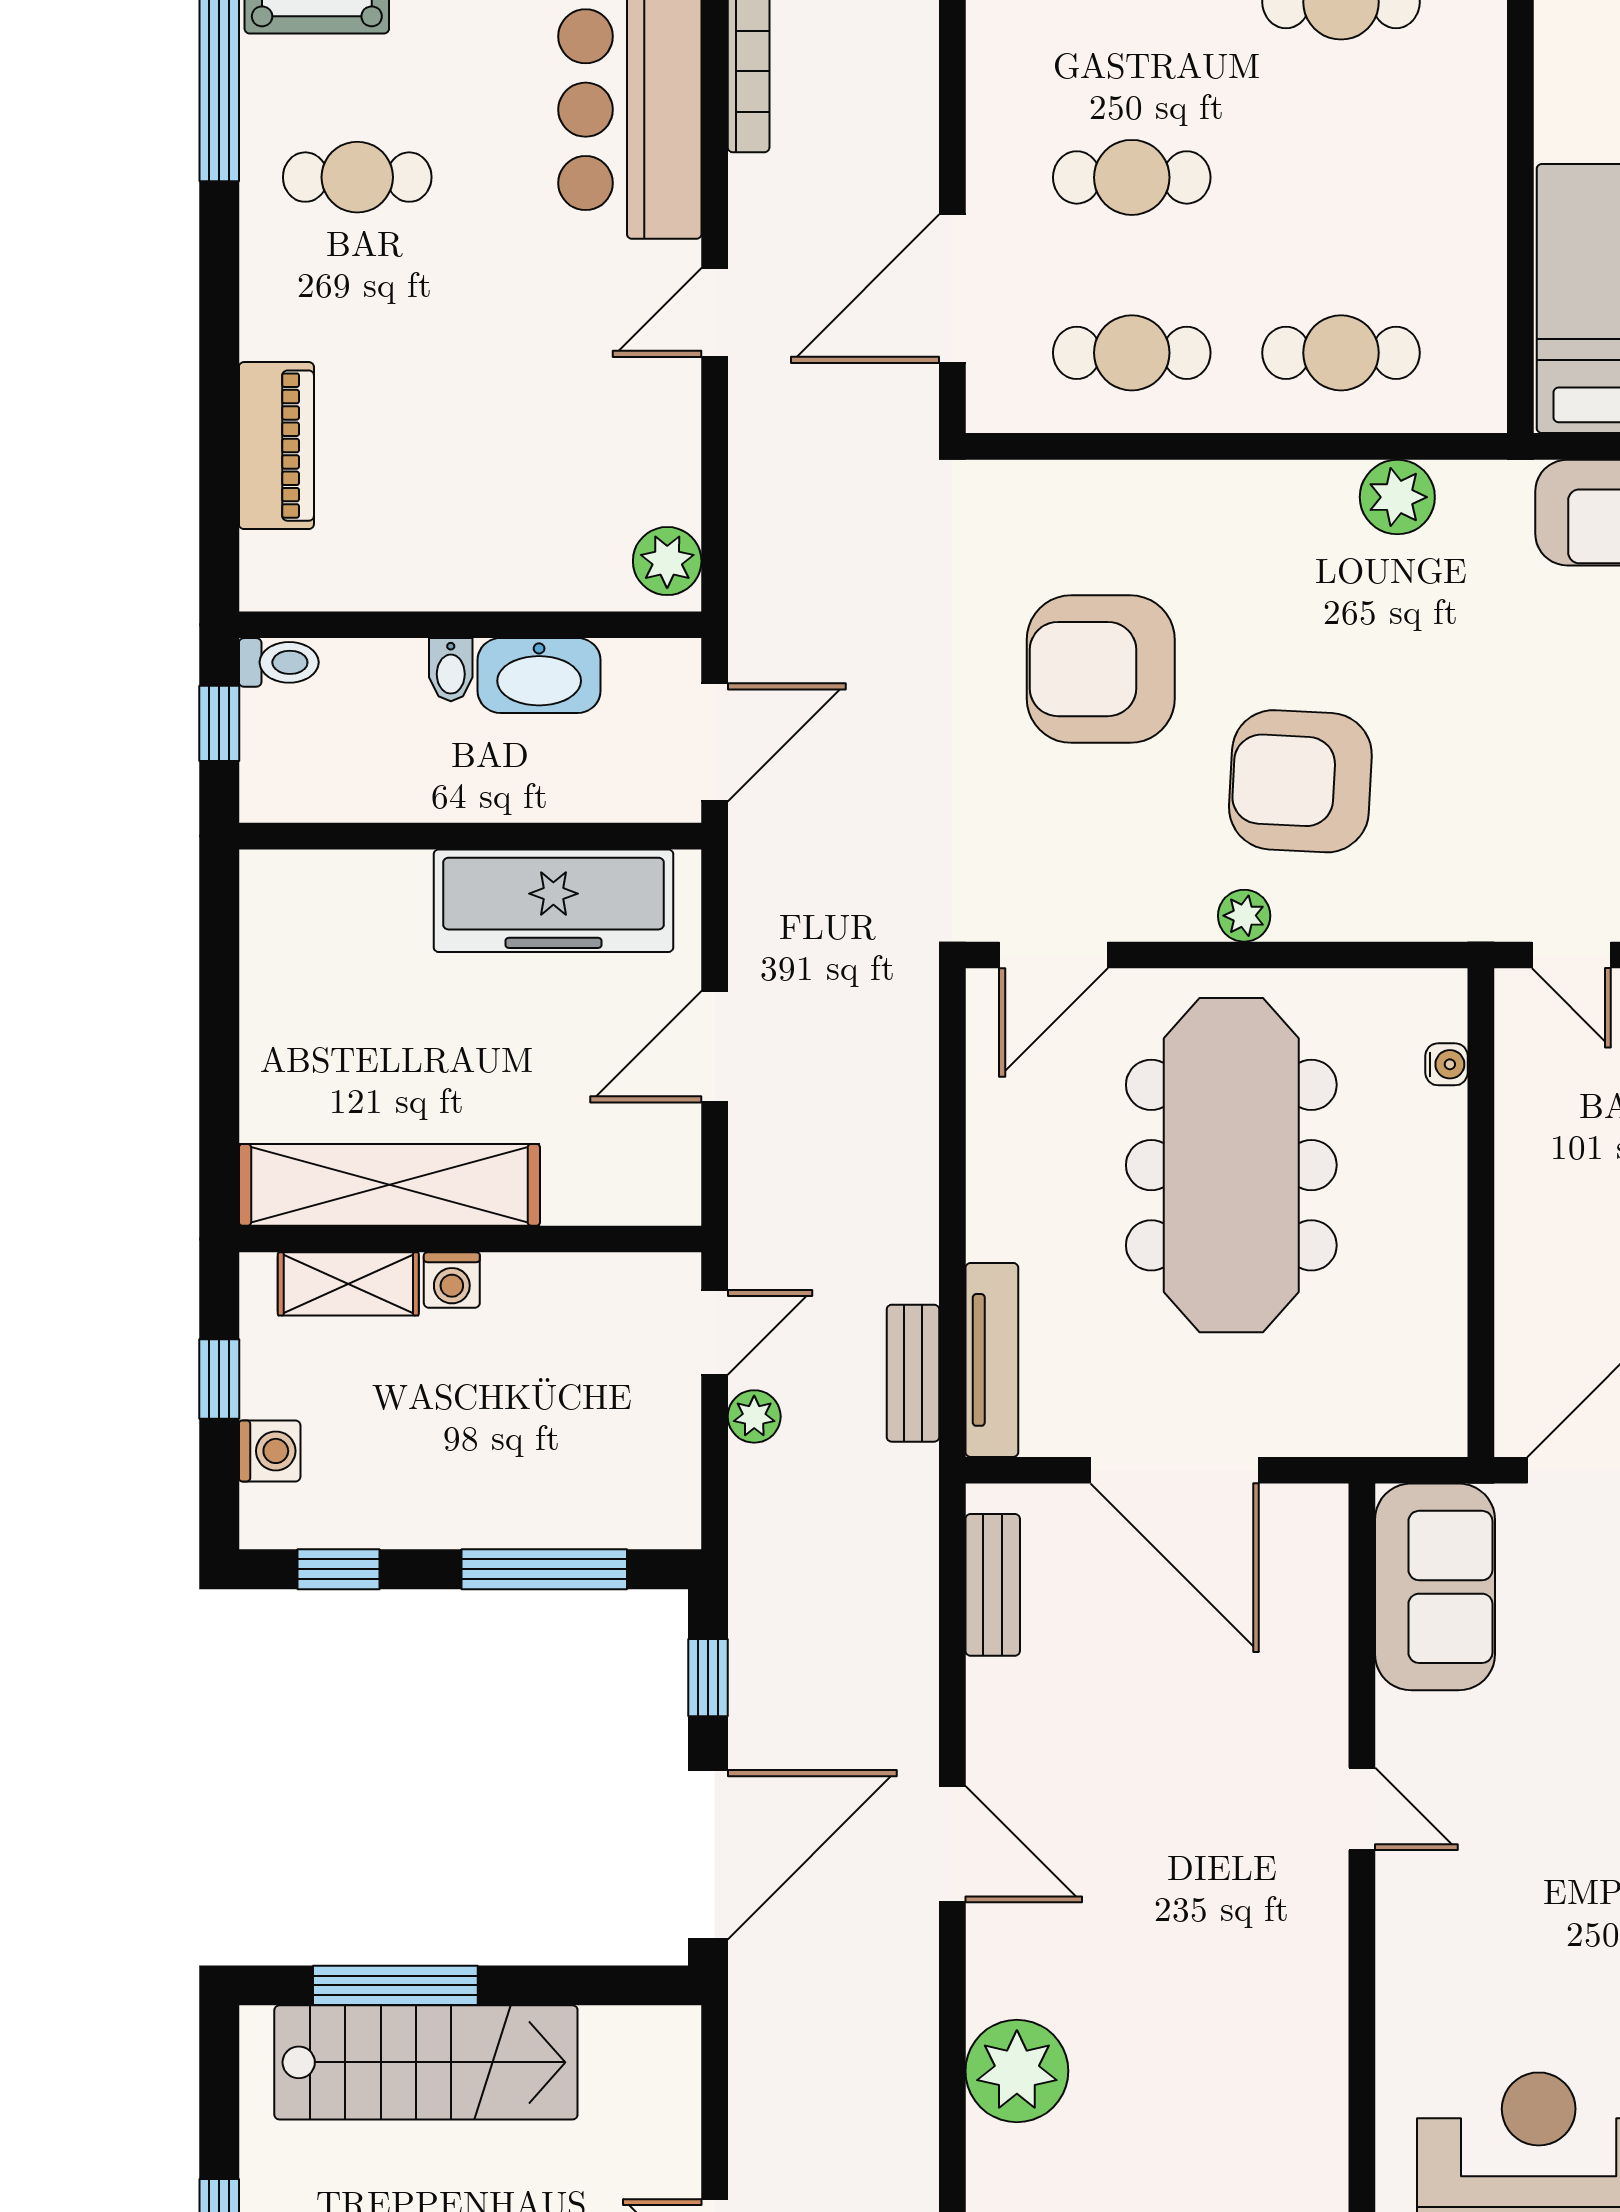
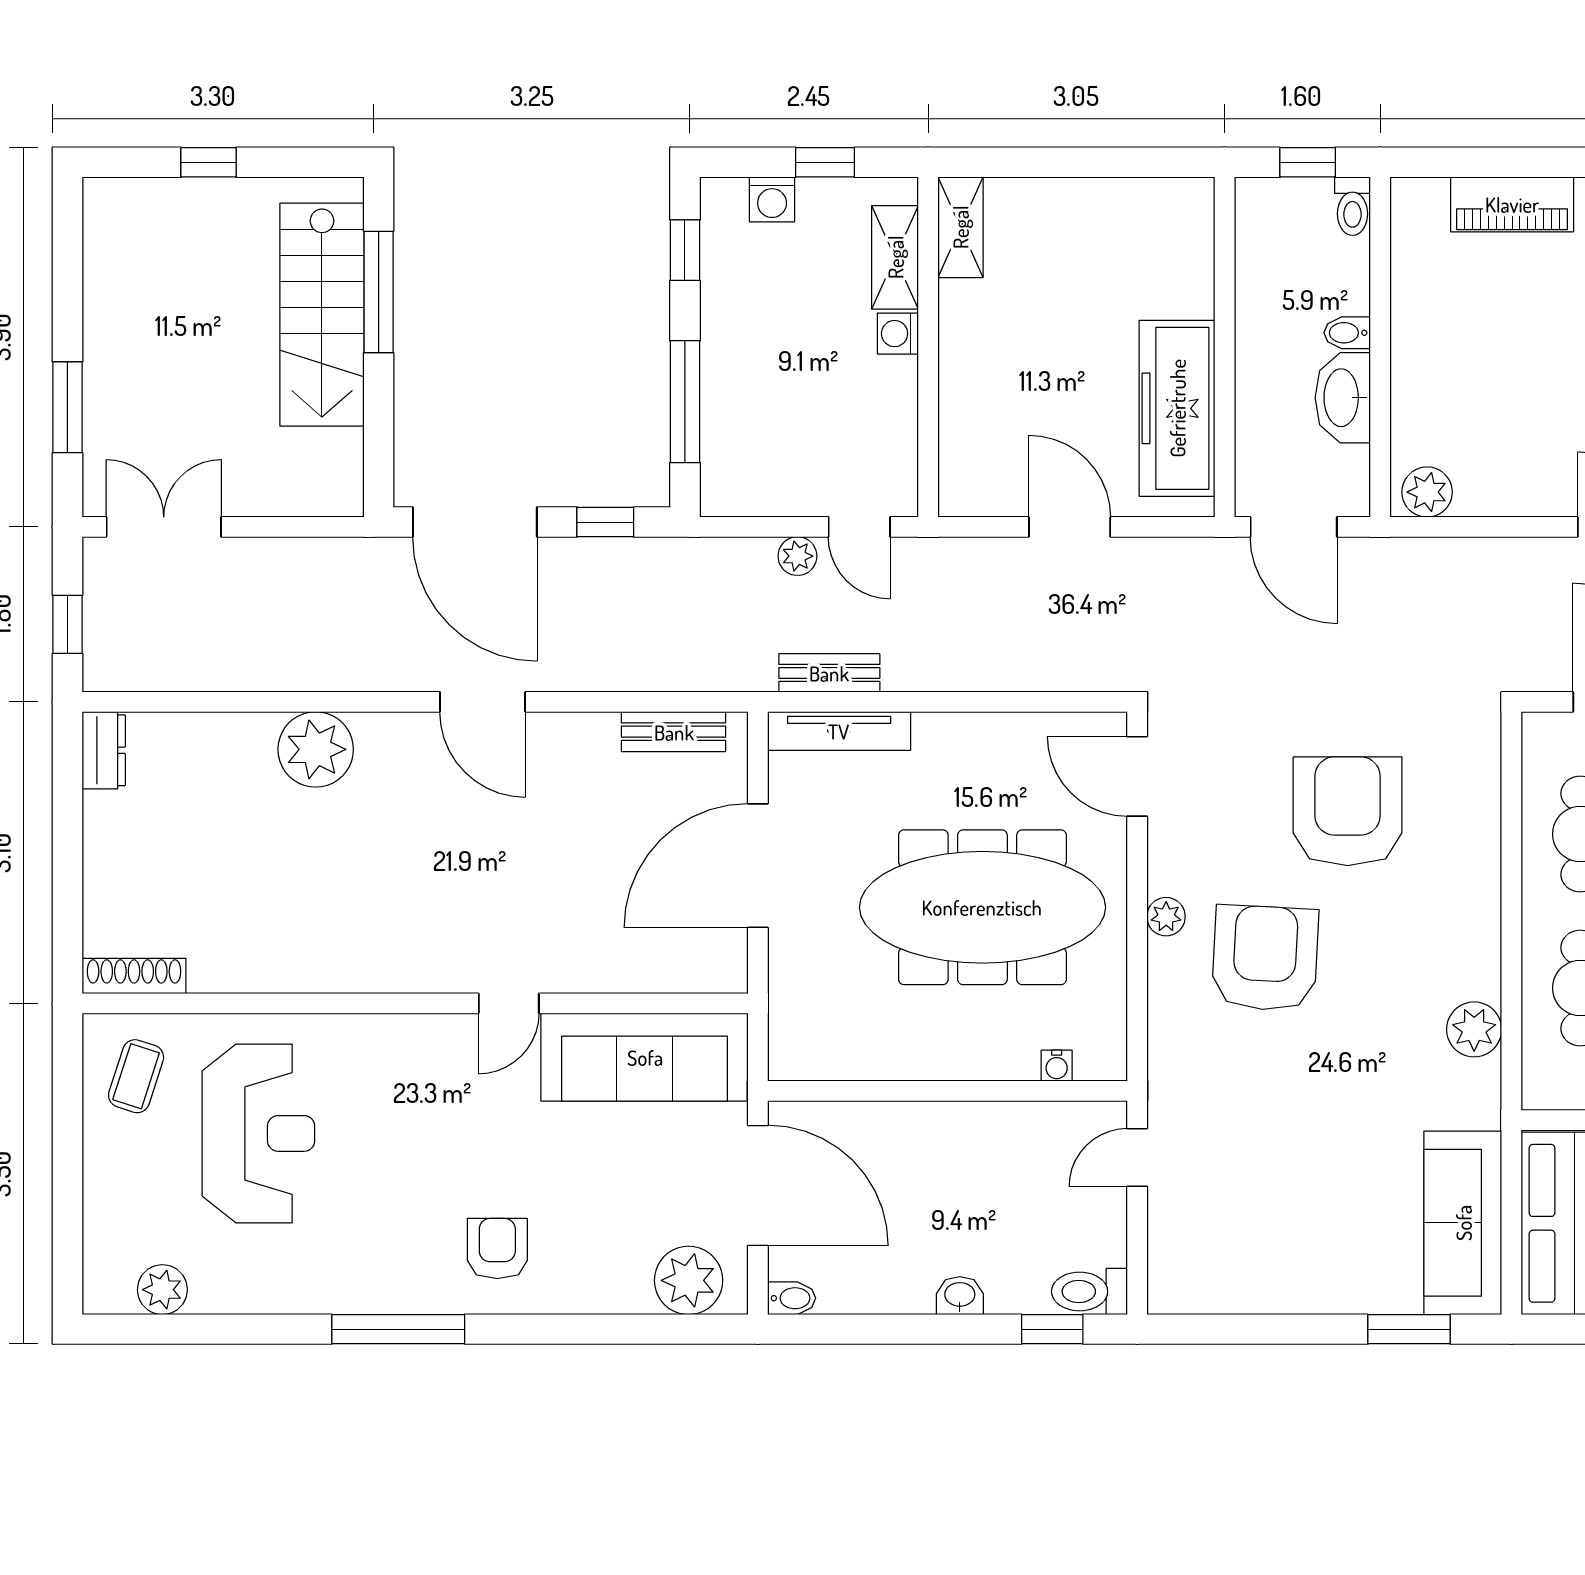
shelving: (389, 1185) -> (960, 227), width x0.45, depth x0.75
sofa: (1435, 1587) -> (645, 1057), width x1.36
door: (952, 1844) -> (483, 702), hinge flipped

